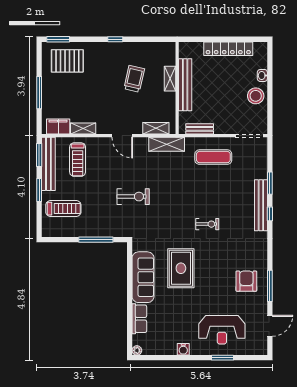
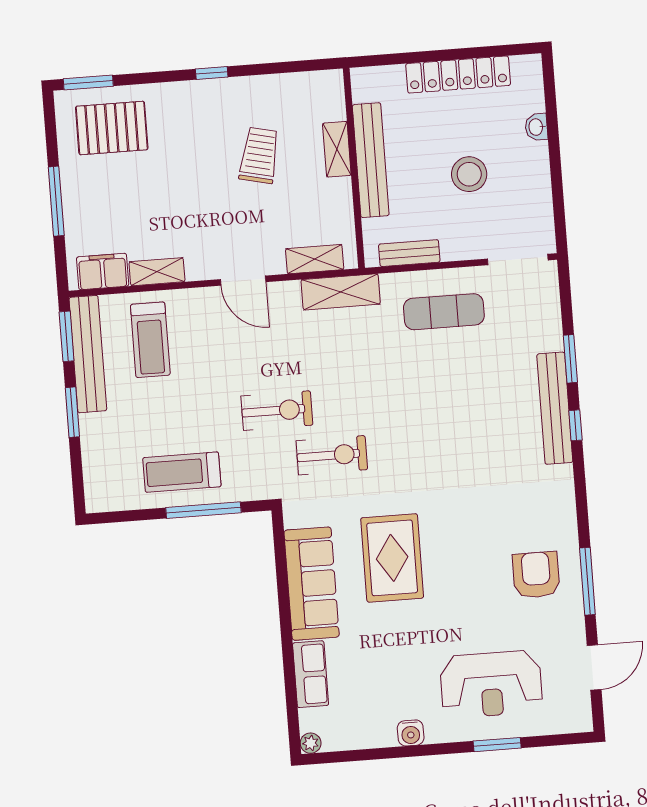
stool: (256, 96) -> (469, 174), moved
treadmill: (63, 209) -> (182, 472), moved, turned 180
exercise bike: (207, 224) -> (332, 455), moved, width x1.38, depth x1.39

